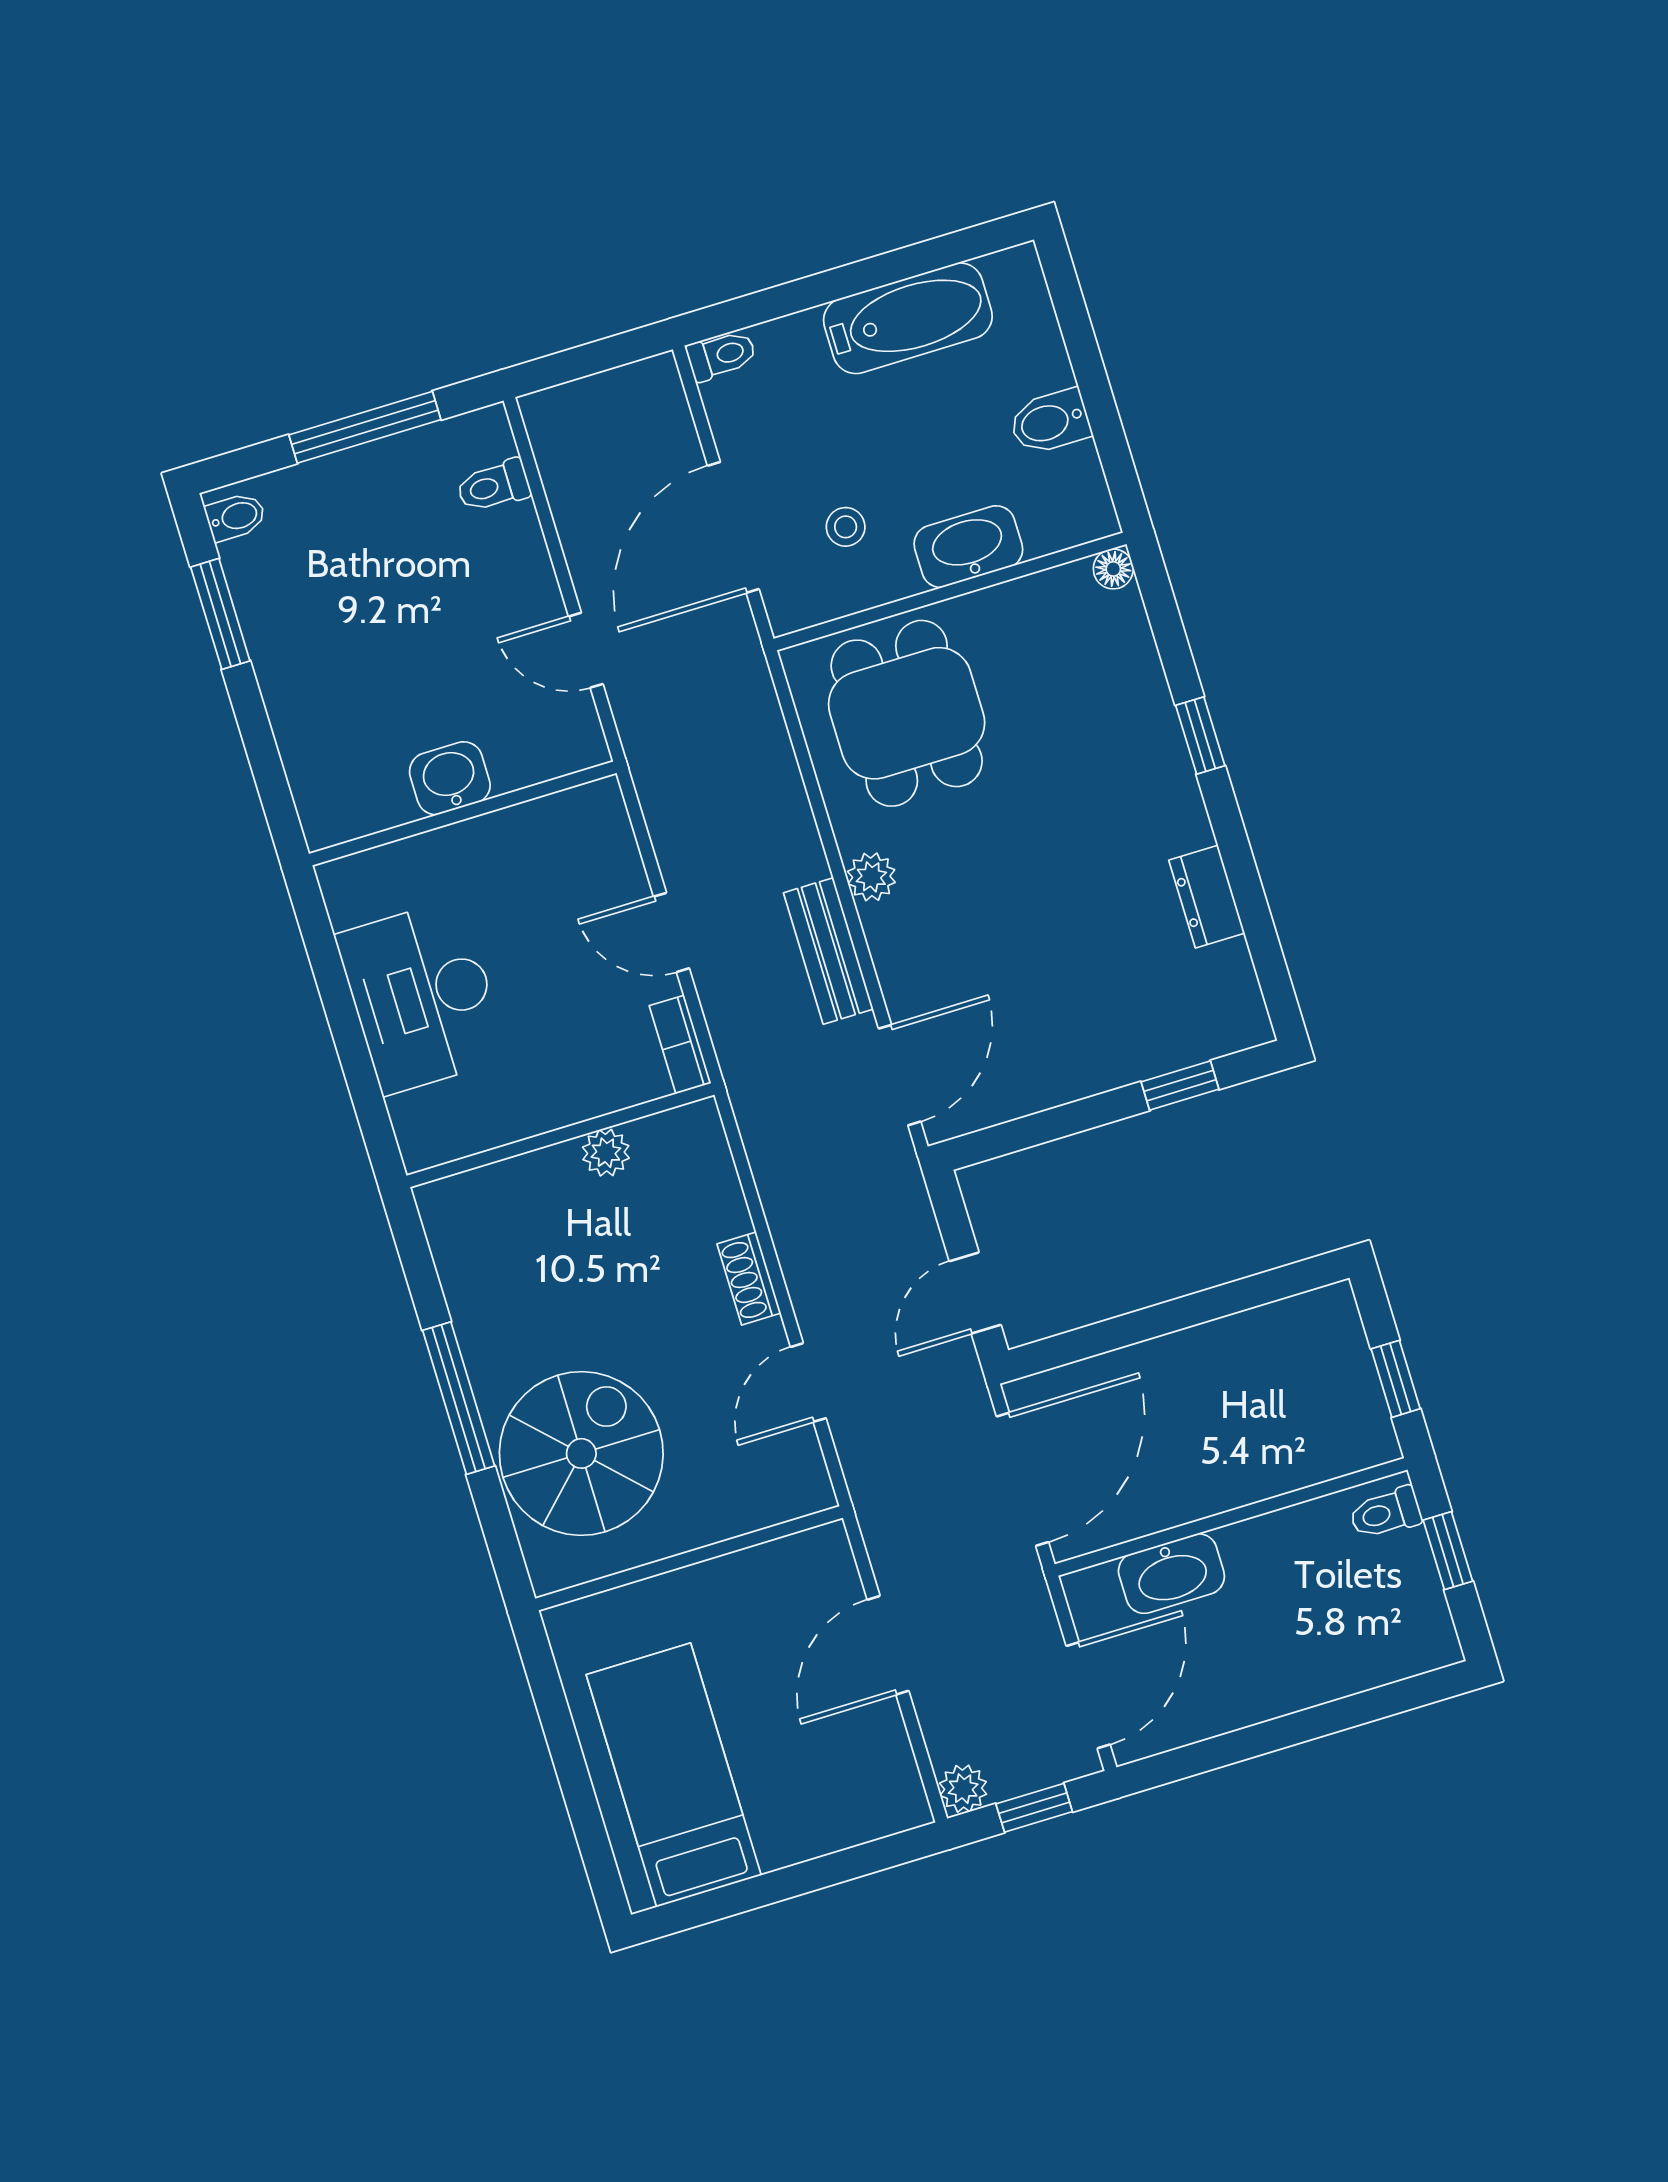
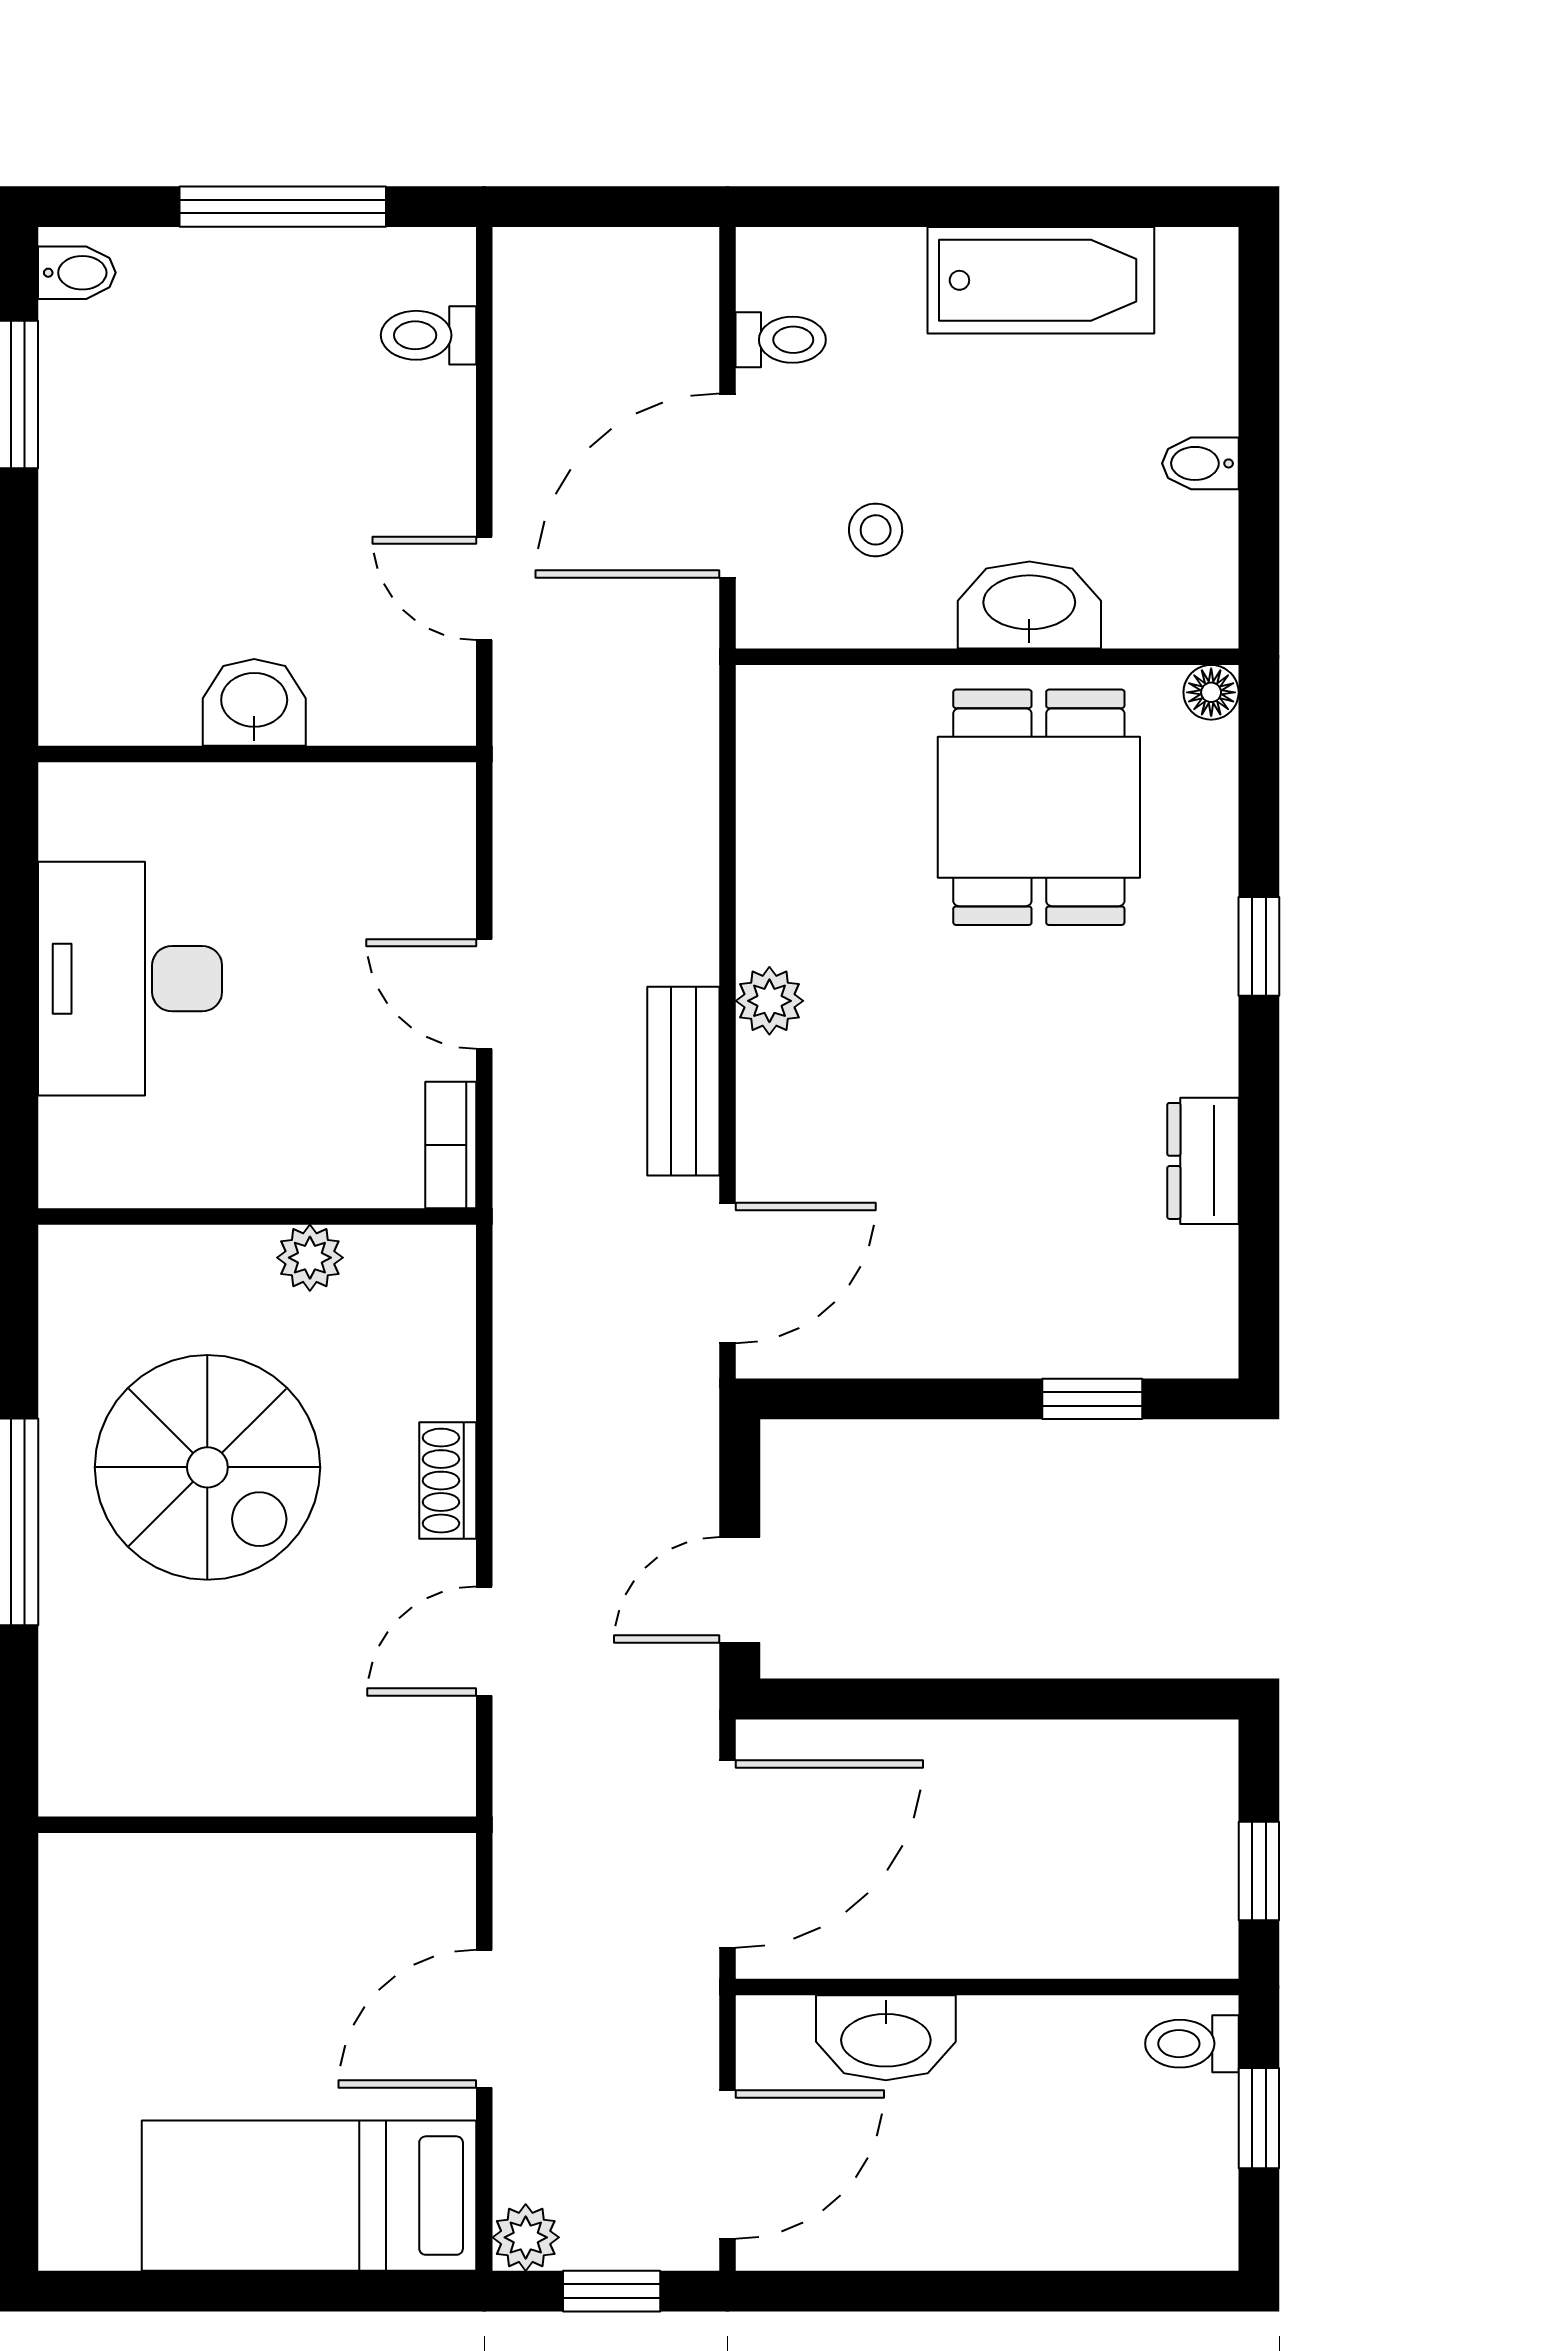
toilet: (721, 355) -> (781, 340), moved
bidet: (1050, 422) -> (1200, 463), width x0.72, depth x0.74
dining table: (907, 713) -> (1039, 807), moved
spiral stairs: (581, 1453) -> (207, 1467), moved, turned 90
bed: (674, 1775) -> (309, 2196), moved, turned -90

